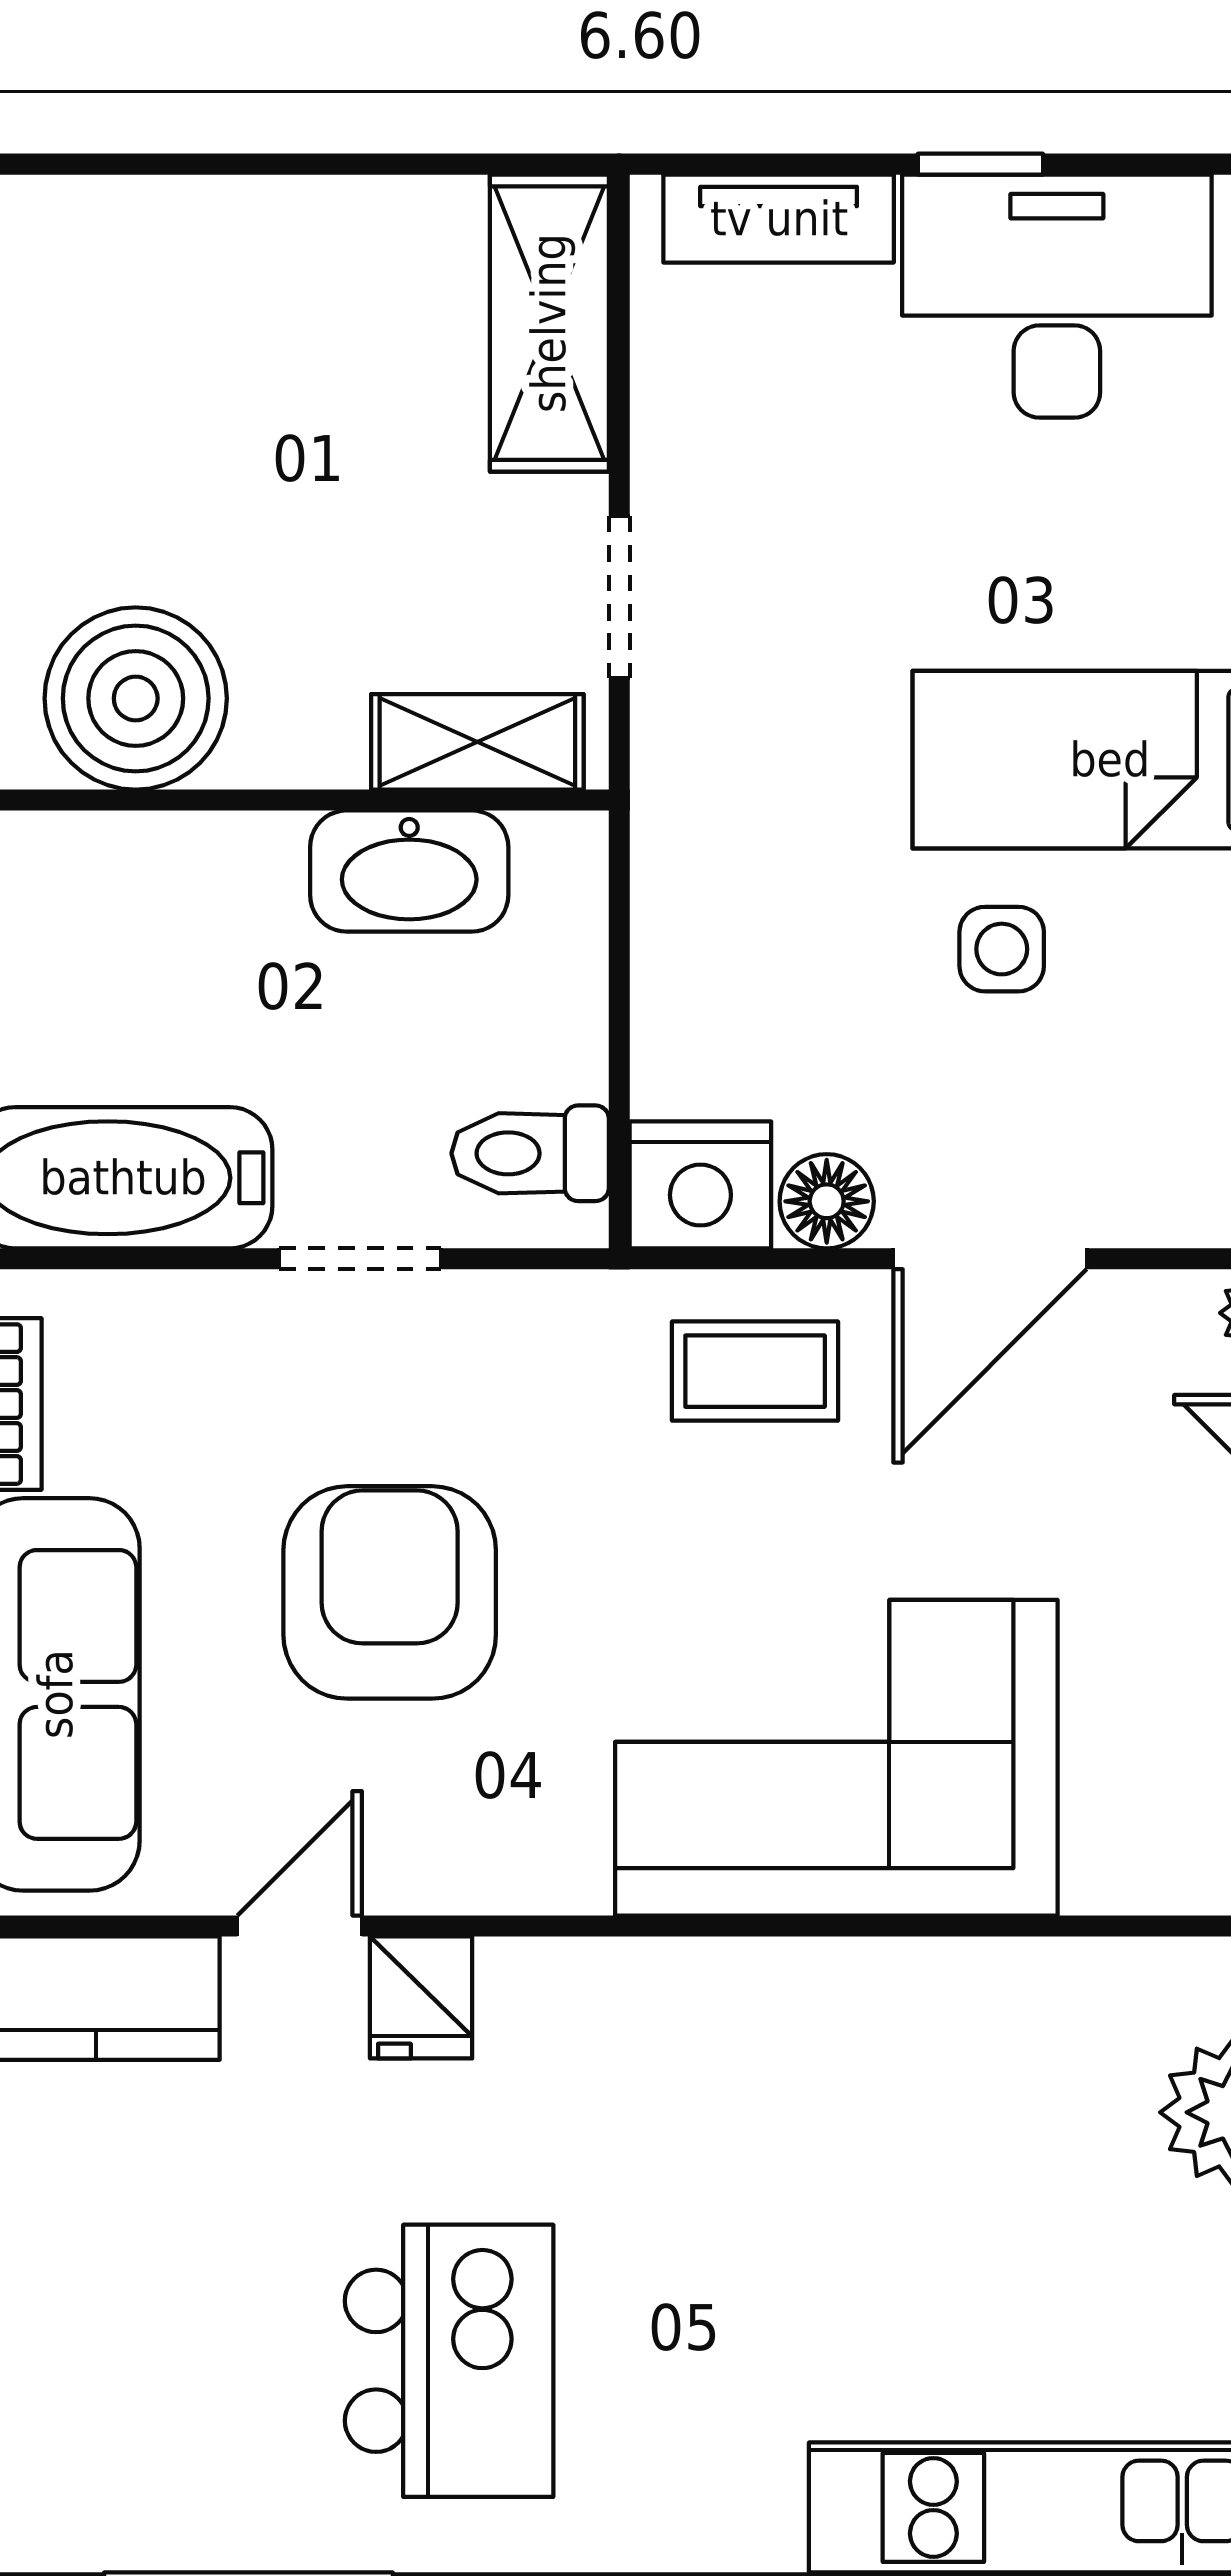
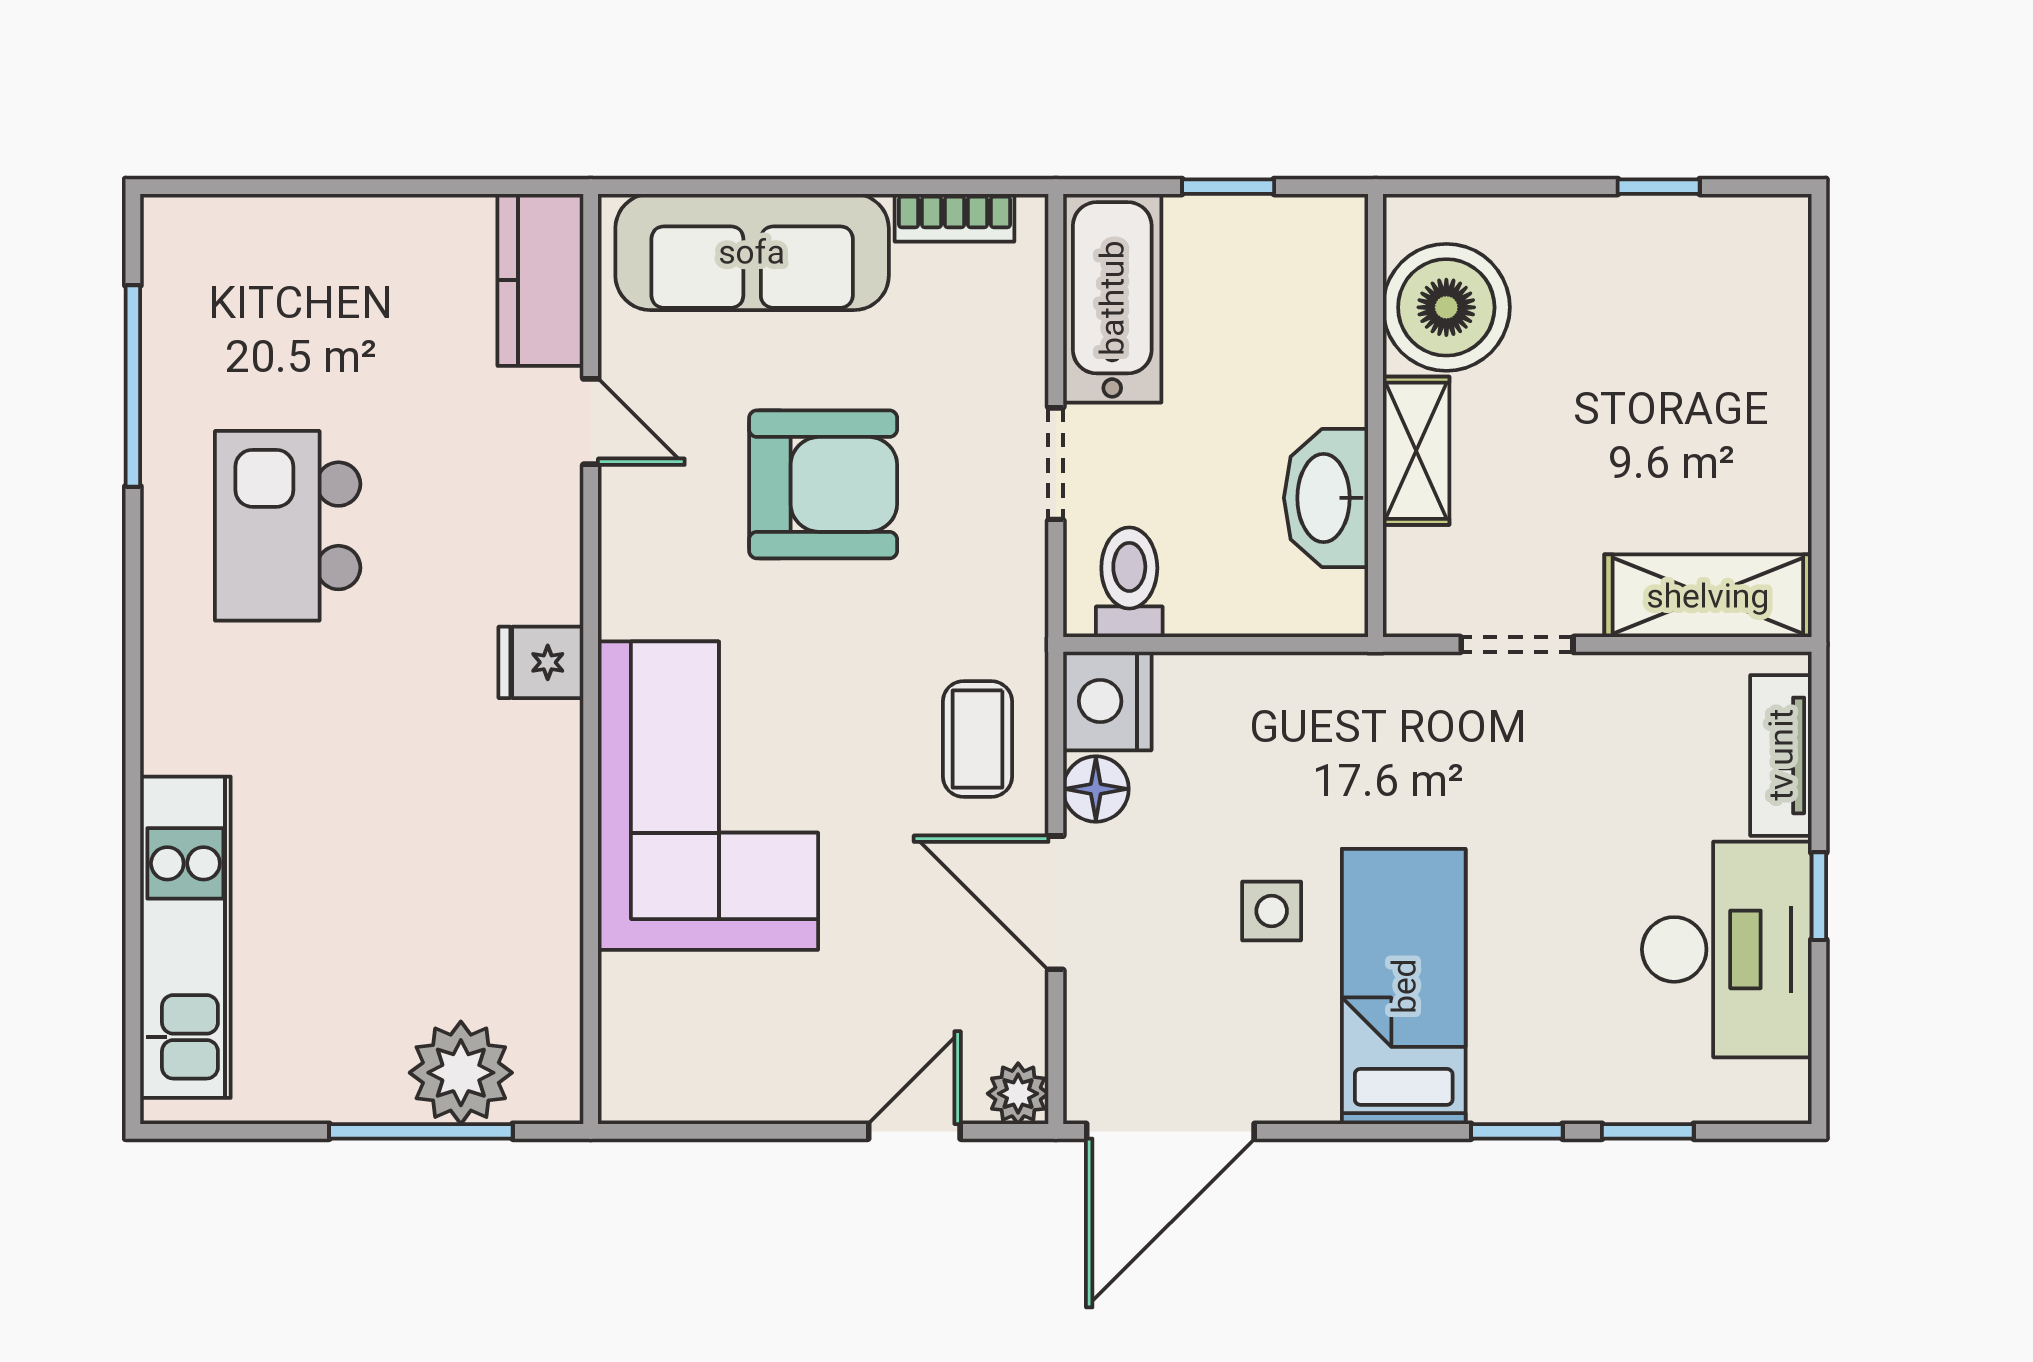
shelving: (477, 742) -> (1416, 451), moved
fridge: (421, 1997) -> (541, 662), moved
kitchen island: (449, 2361) -> (288, 526), turned 90

